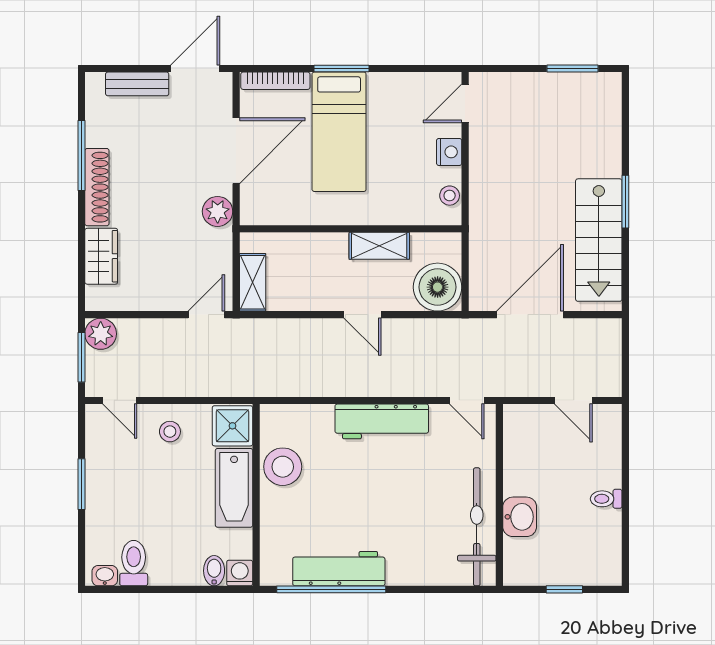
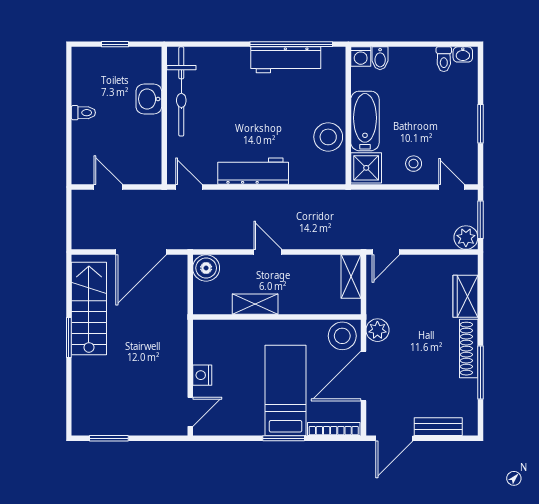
stool: (450, 196) -> (342, 336), moved, width x1.89, depth x1.89
boiler: (438, 287) -> (206, 268), width x0.73, depth x0.73
toilet: (134, 563) -> (444, 59), width x0.73, depth x0.72

